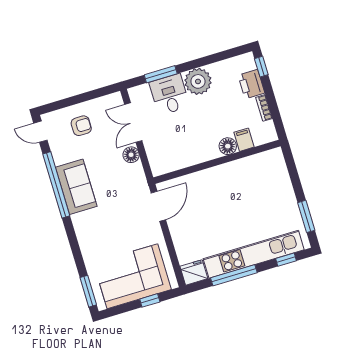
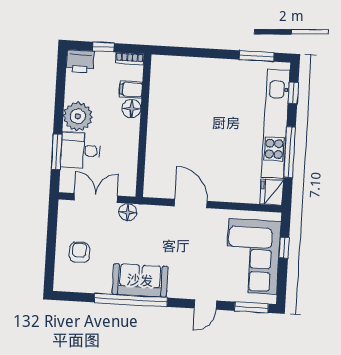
window: (261, 67) -> (103, 47), moved
printer: (251, 84) -> (80, 61), moved
double door: (133, 123) -> (96, 198), swing flipped
door: (40, 132) -> (205, 304), moved
filing cabinet: (244, 140) -> (131, 90), moved
floor lamp: (228, 146) -> (131, 109), moved
wall: (217, 162) -> (143, 126), moved

